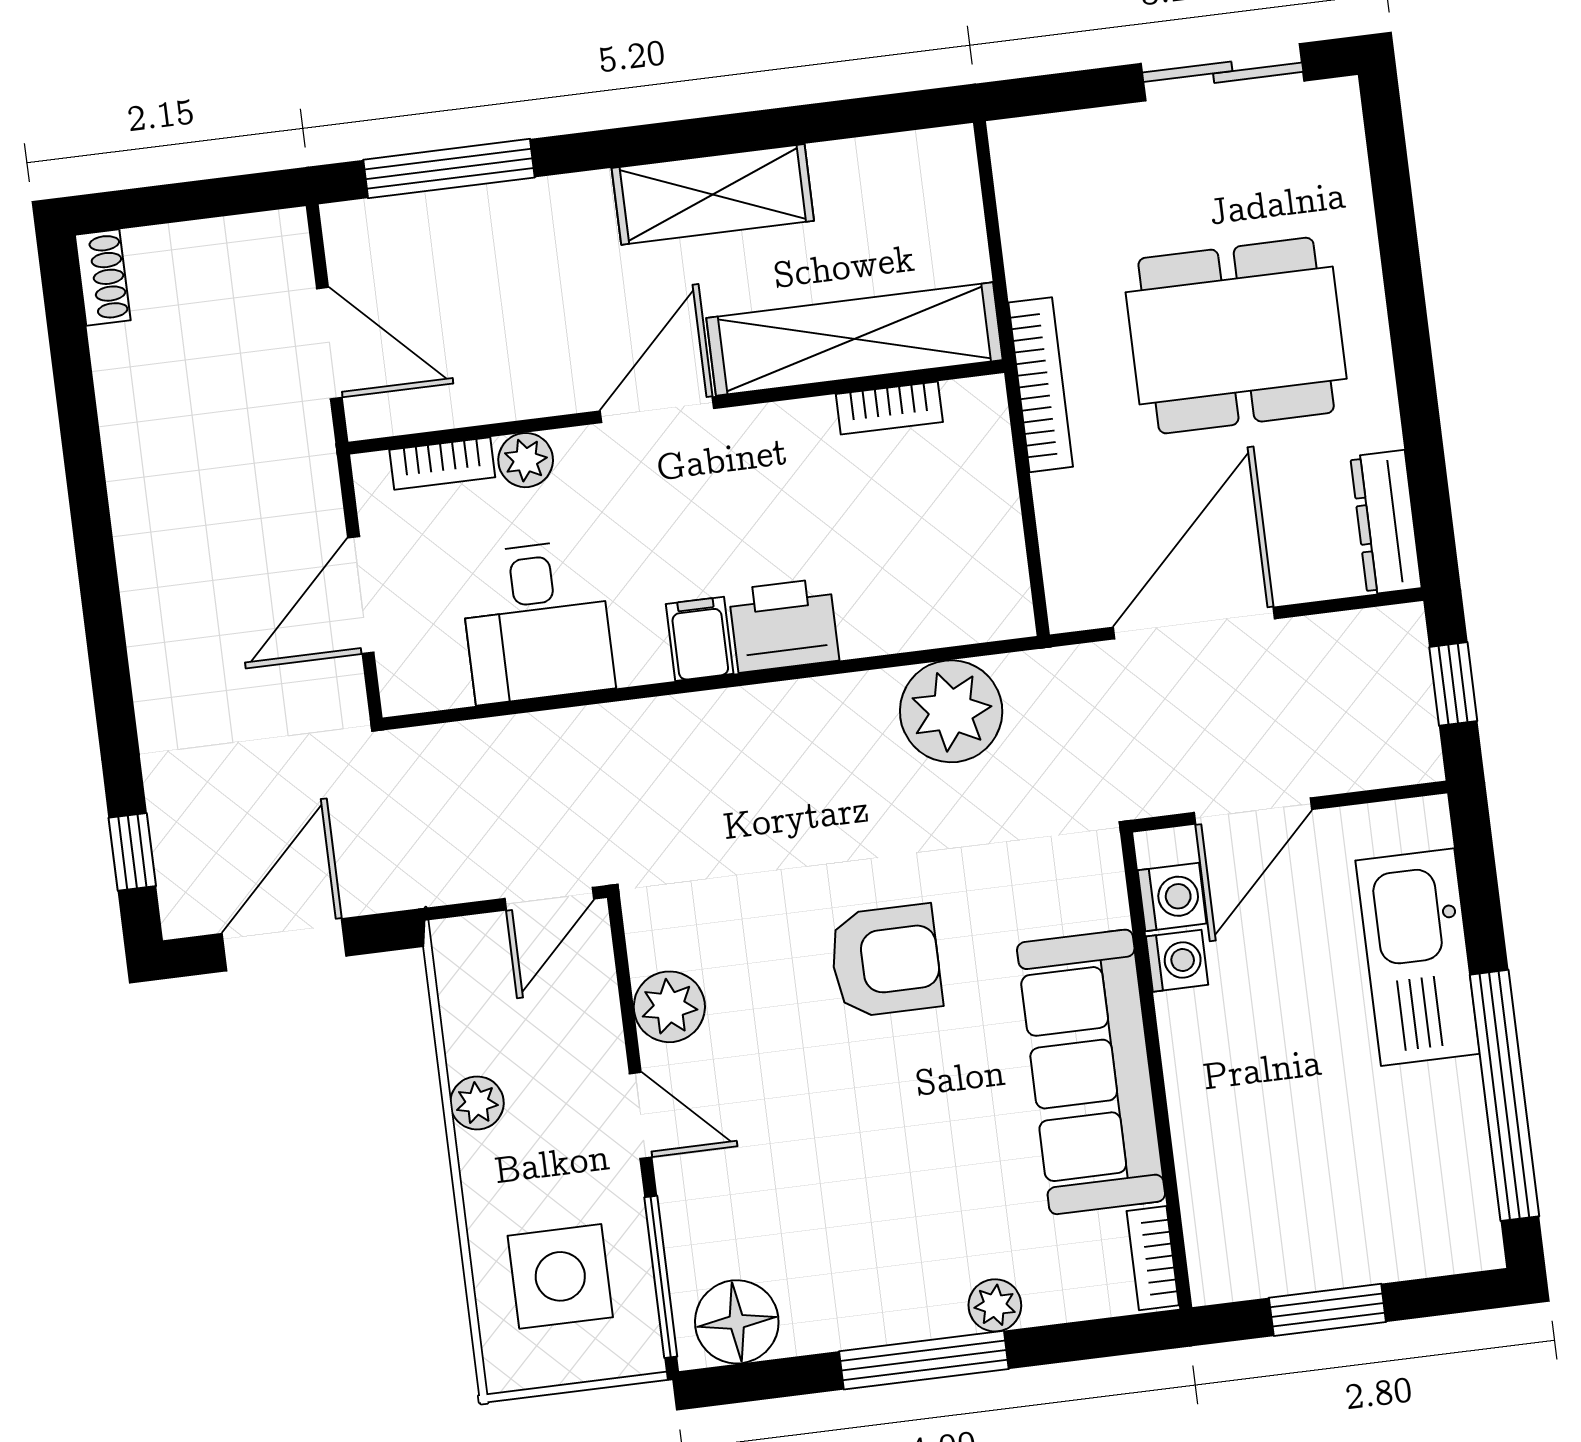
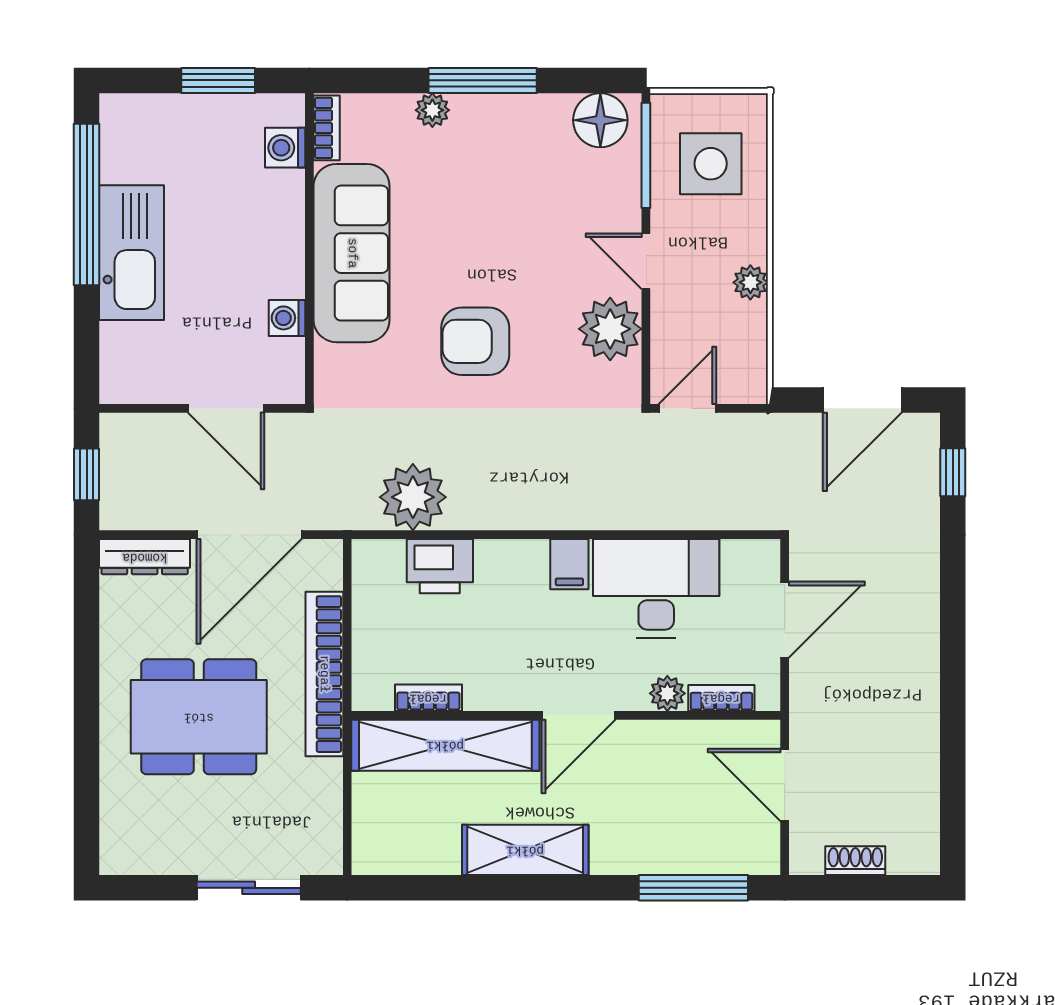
sliding door: (1223, 72) -> (249, 888), moved
shoe rack: (103, 278) -> (855, 861), moved, turned 90
bookcase: (1041, 385) -> (324, 674), width x1.48, depth x1.31
dresser: (1386, 522) -> (145, 557), moved, turned 90
desk: (537, 622) -> (656, 588), width x1.37
printer: (784, 625) -> (440, 566), moved
door: (1253, 811) -> (226, 408), swing flipped
washing machine: (1172, 897) -> (285, 148), moved
kitchen sink: (1418, 957) -> (132, 253), moved
plant: (669, 1007) -> (610, 329), width x1.36, depth x1.36

